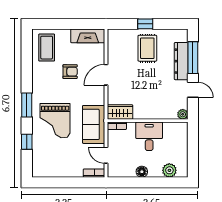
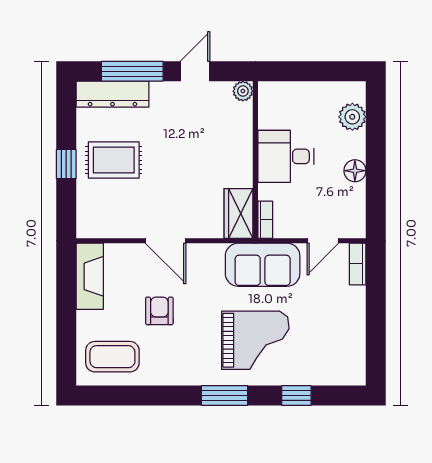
dresser: (181, 61) -> (112, 94), moved

